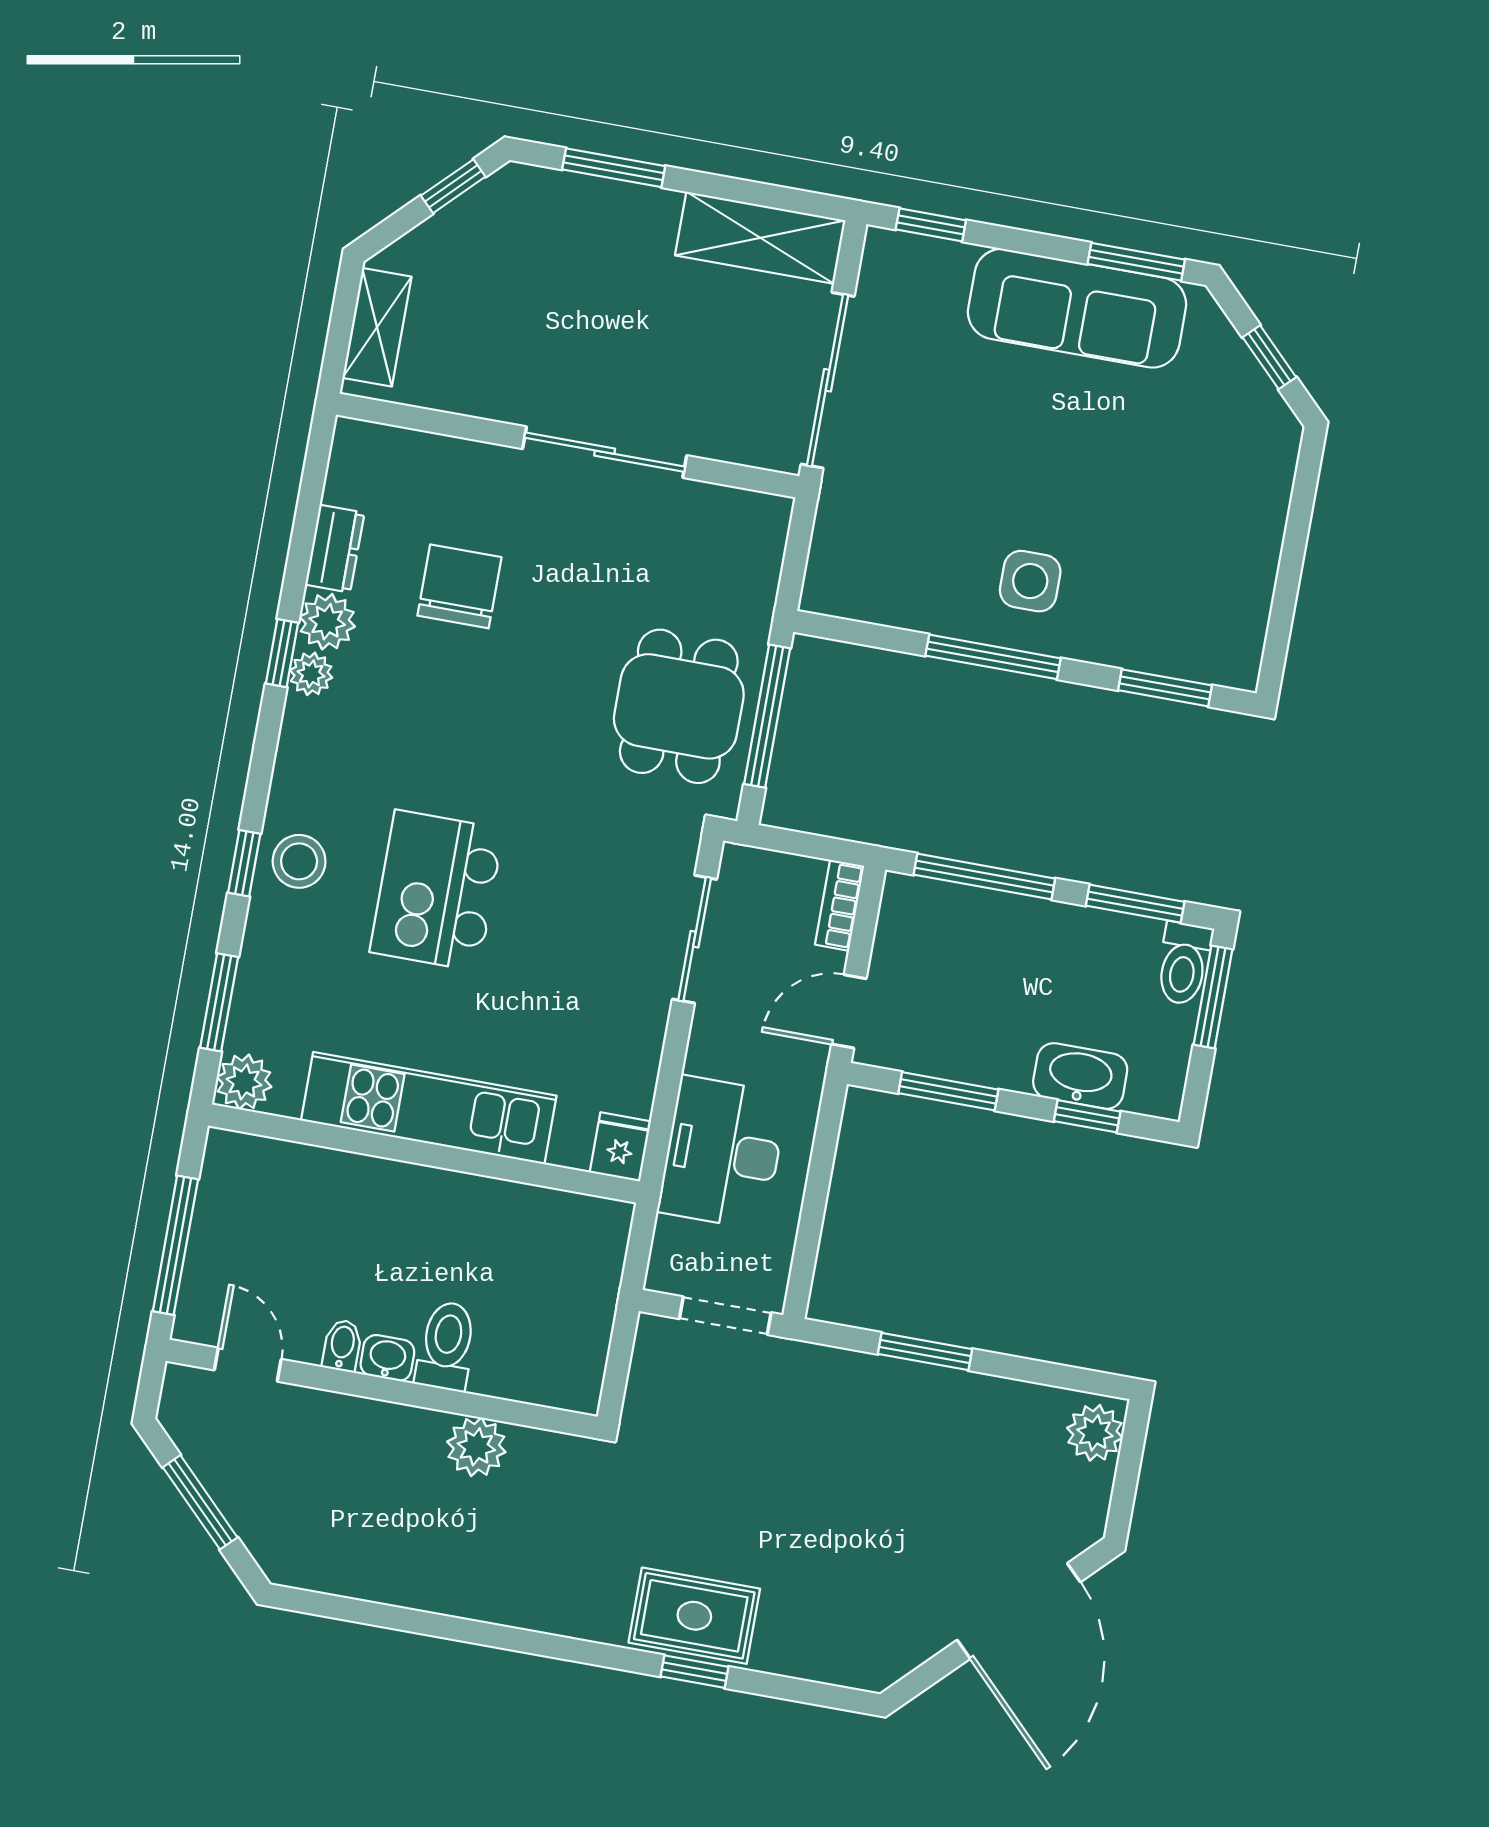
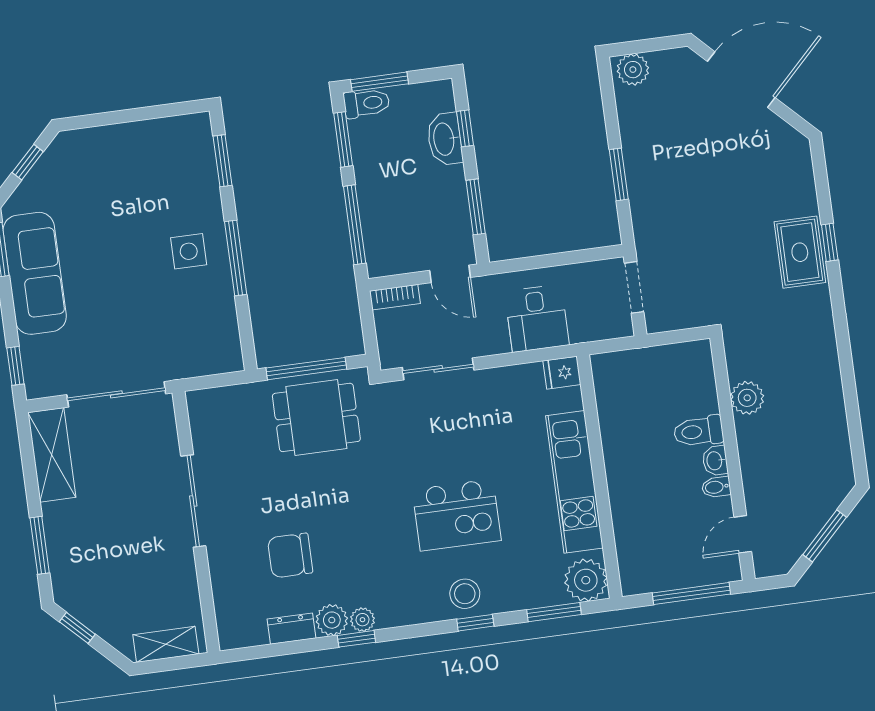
plant: (244, 1082) -> (586, 580), width x1.36, depth x1.36
desk: (723, 1153) -> (537, 318), width x0.73

